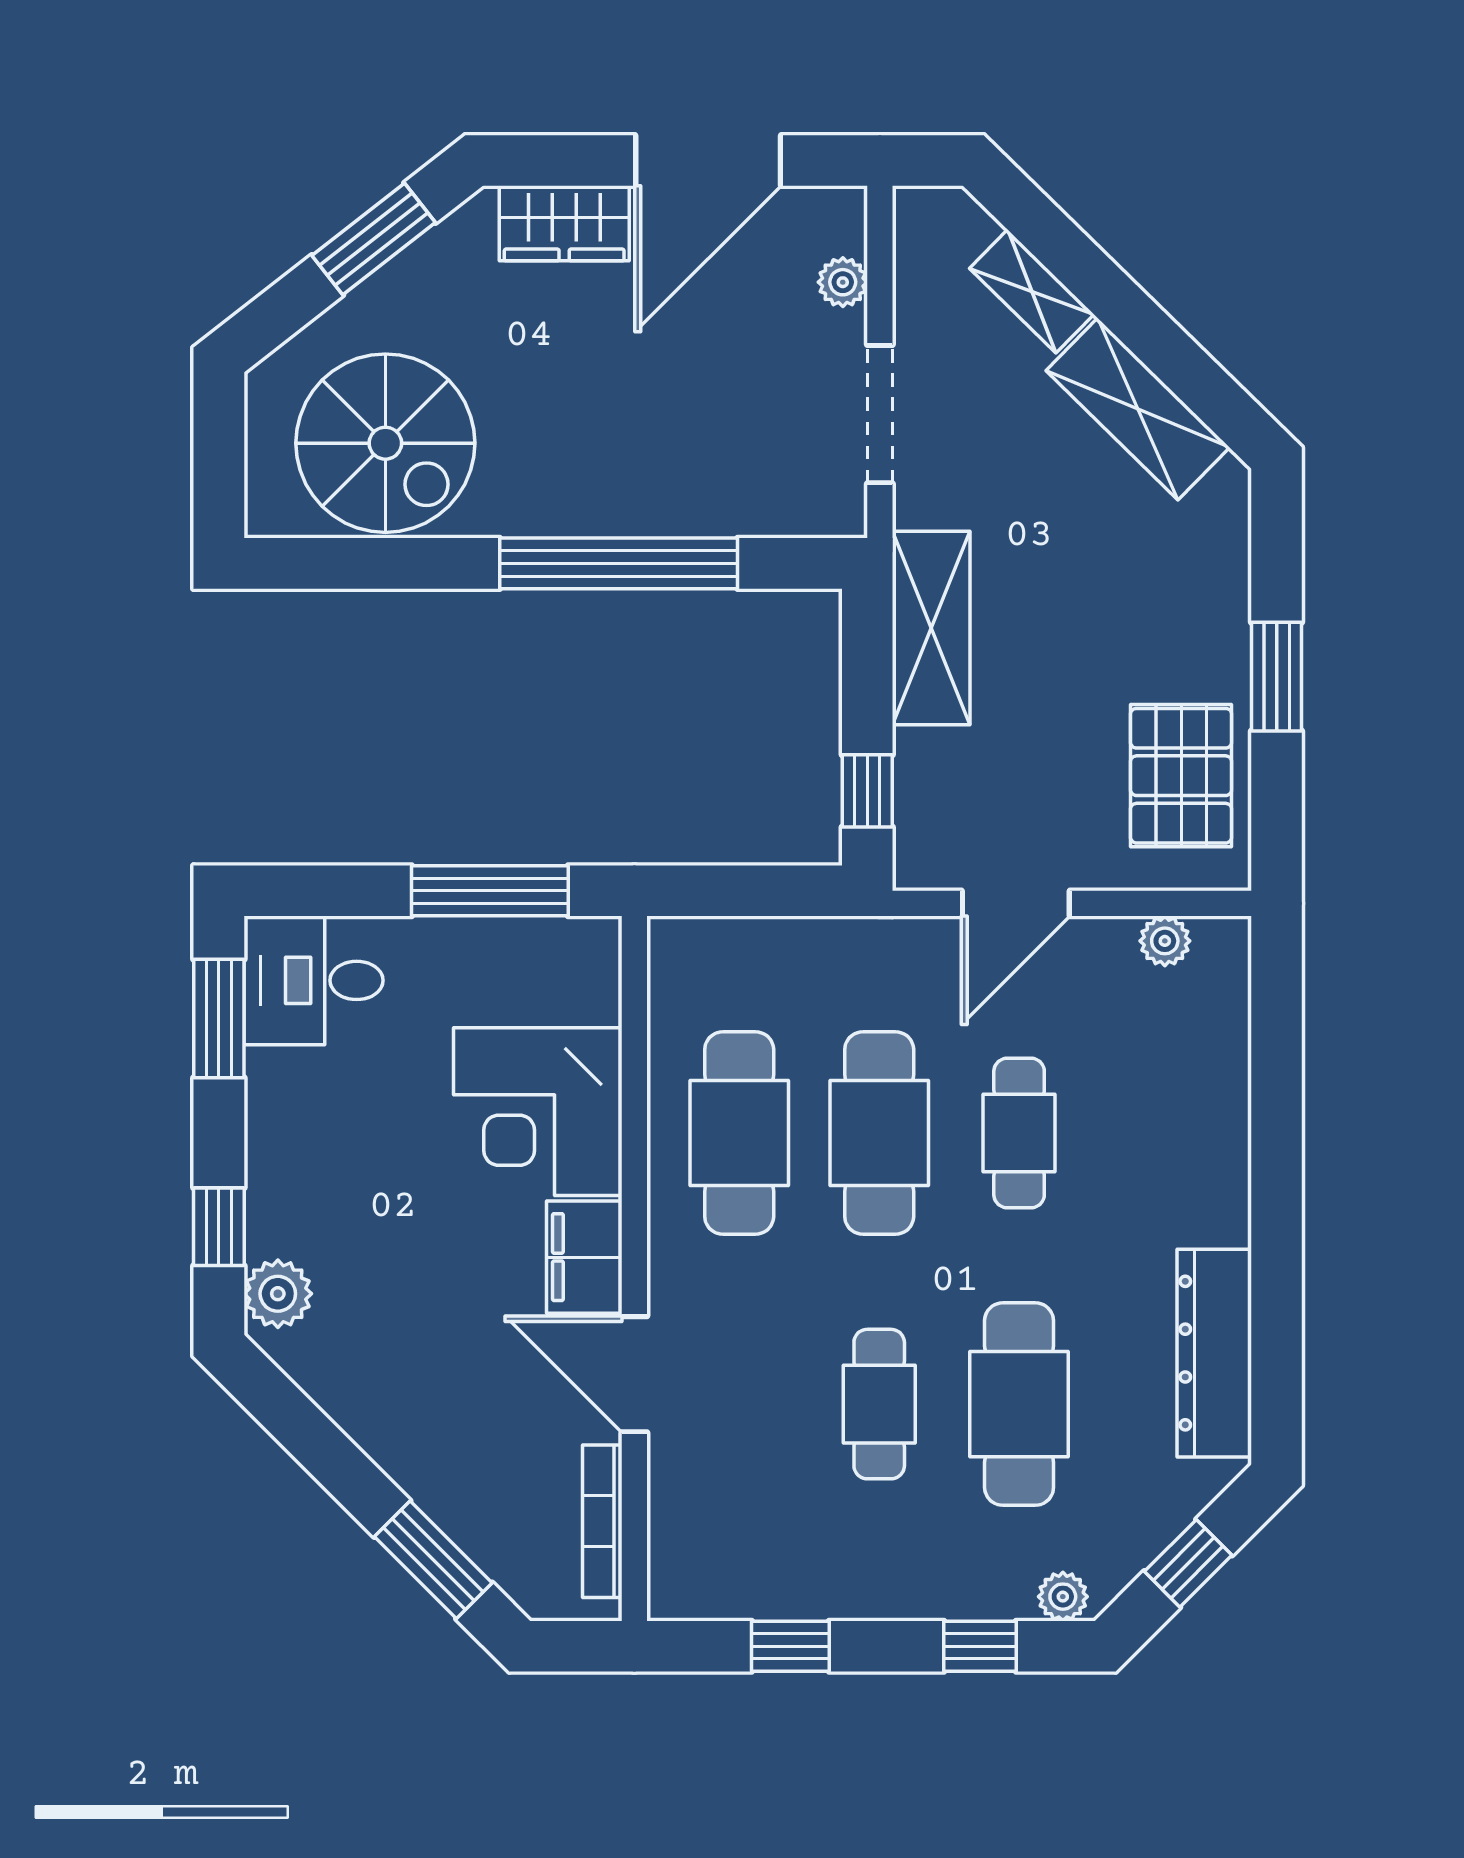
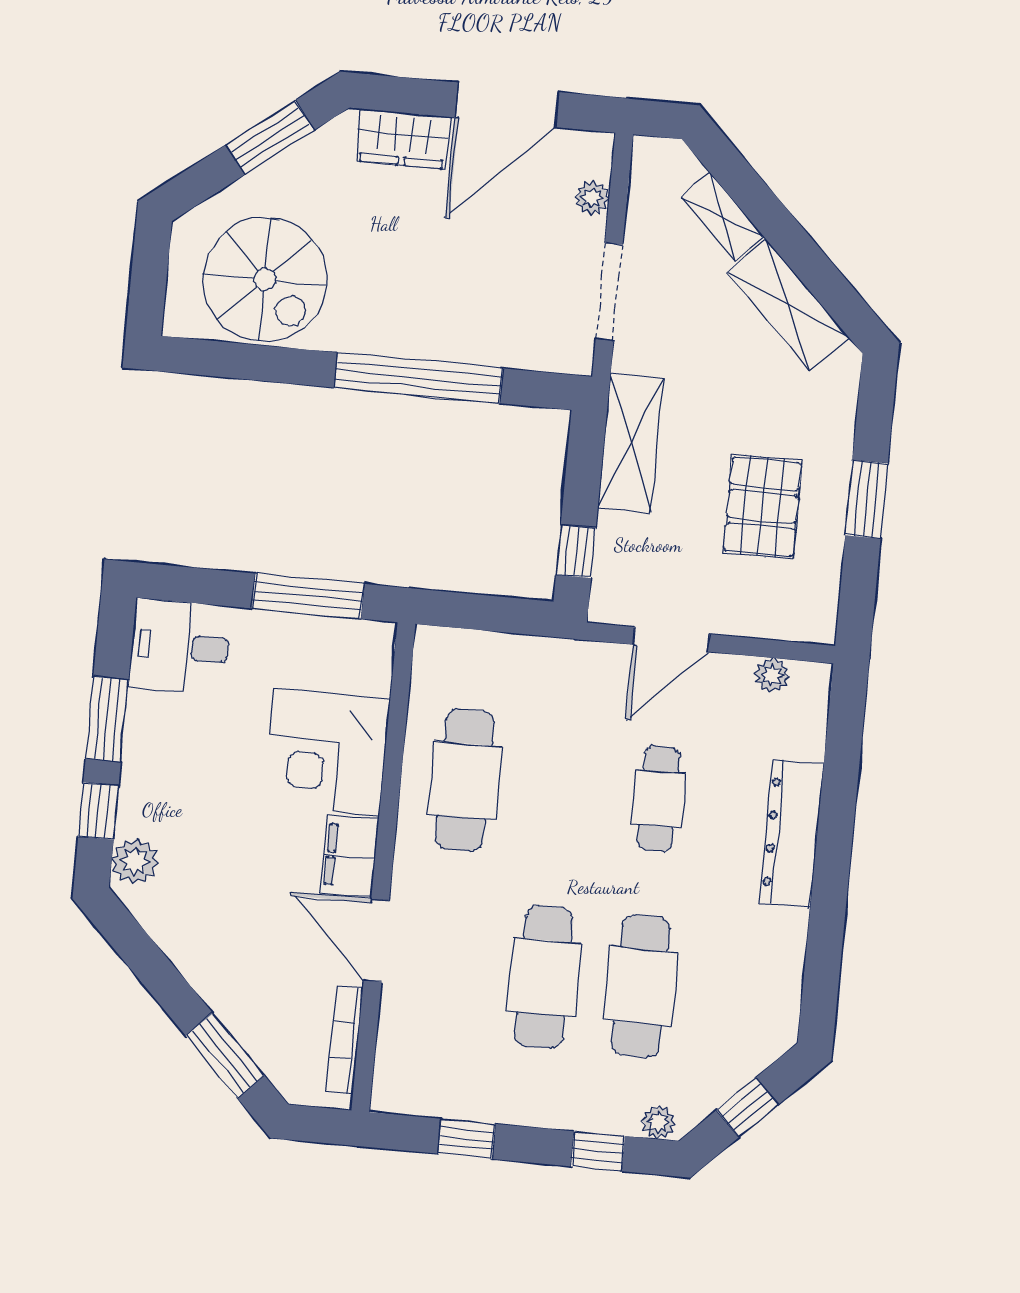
pallet: (1181, 776) -> (762, 507), moved
window: (219, 1018) -> (107, 719), moved
cafe table: (879, 1133) -> (562, 789), removed
dresser: (1214, 1353) -> (792, 833), moved
cafe table: (879, 1404) -> (544, 977), width x1.37, depth x1.35

